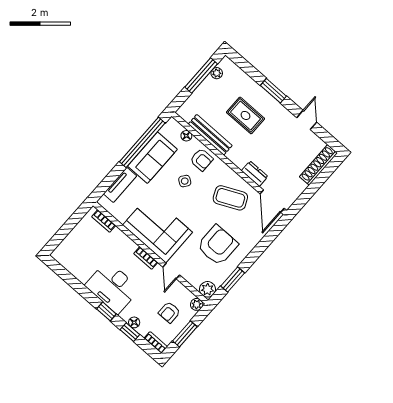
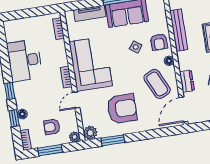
floor lamp: (186, 136) -> (169, 61), moved
desk: (112, 287) -> (25, 60), moved

